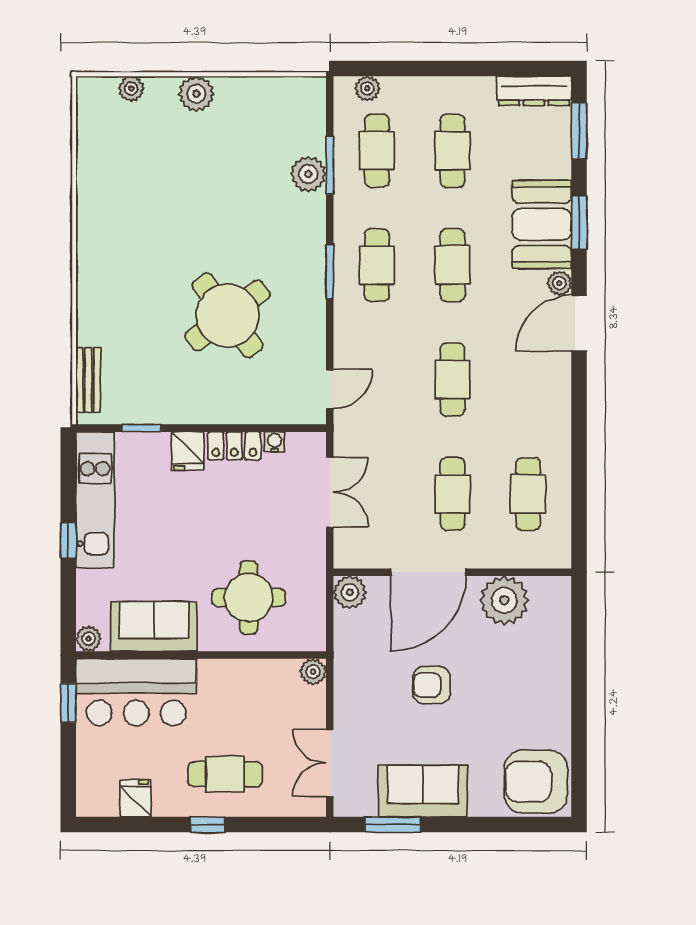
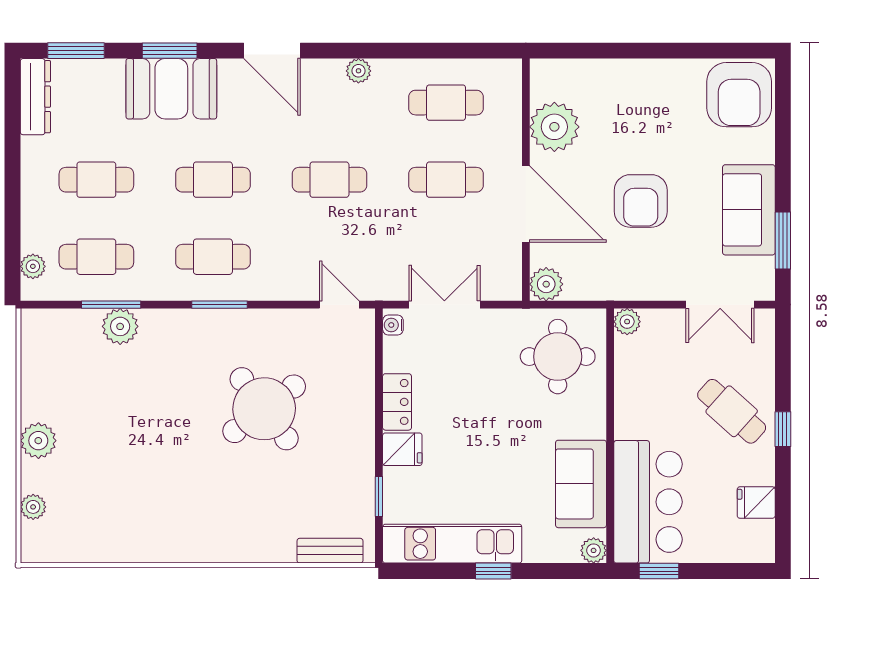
plant: (559, 283) -> (358, 71), moved
water cooler: (275, 442) -> (393, 325), moved
round table: (249, 597) -> (558, 357), moved
armchair: (432, 685) -> (641, 201), width x1.38, depth x1.38
cafe table: (225, 774) -> (732, 411), turned -48

